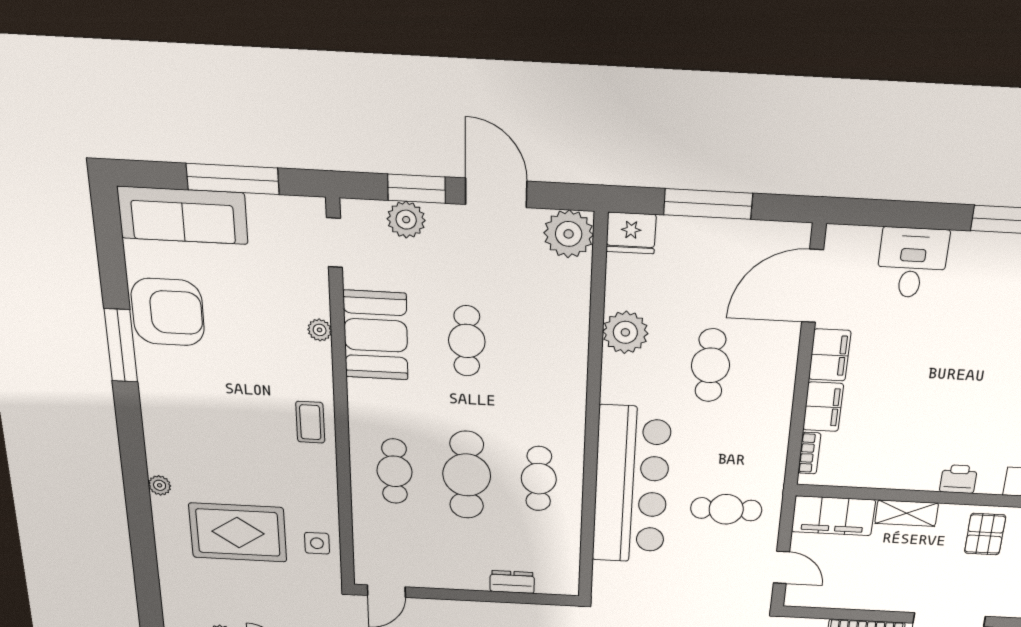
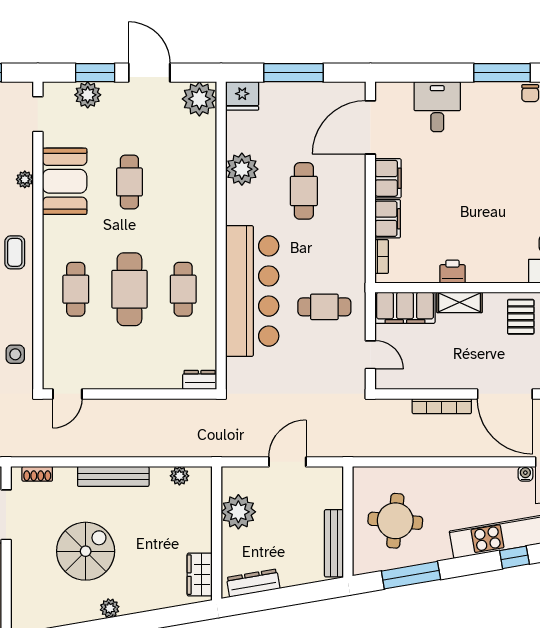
printer: (958, 479) -> (452, 272), moved
dresser: (512, 582) -> (200, 380), moved

